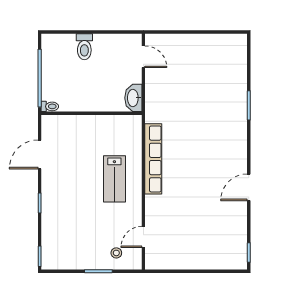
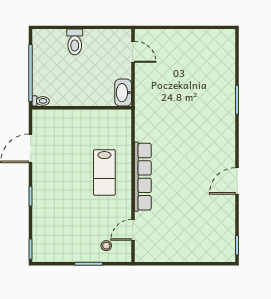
row of seats: (153, 159) -> (143, 177), moved

